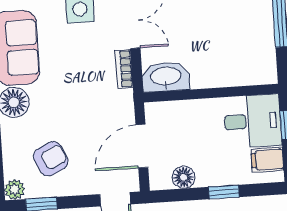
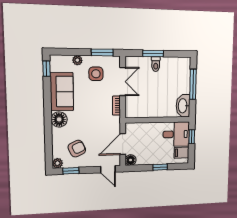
washbasin: (166, 77) -> (183, 106), moved, turned -90
floor lamp: (184, 177) -> (131, 160), moved

